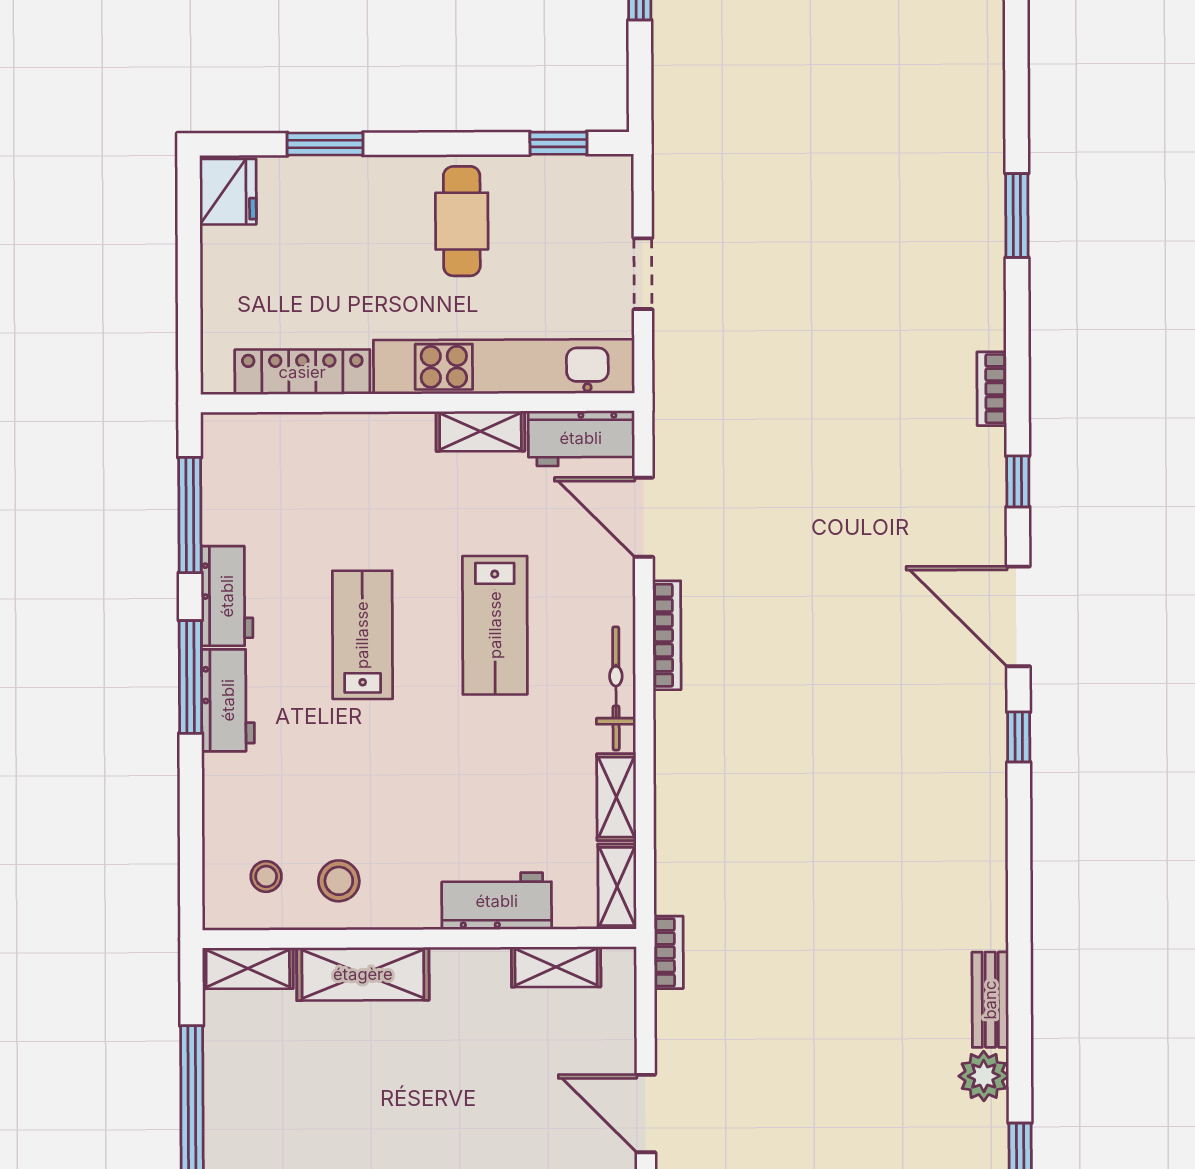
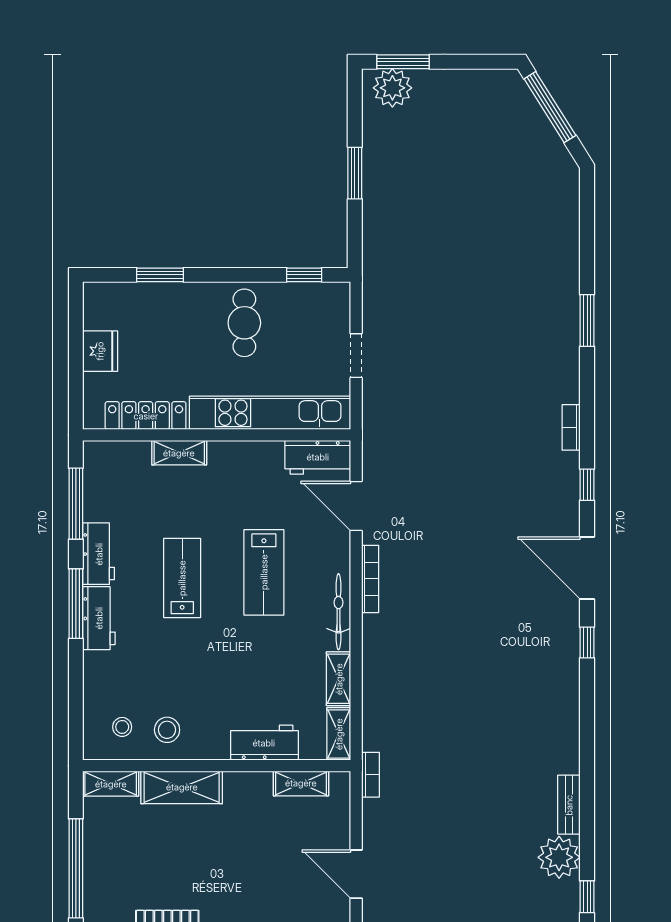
fridge: (228, 192) -> (100, 351), moved
shelving: (480, 431) -> (179, 453), moved
plant: (984, 1076) -> (559, 857), width x1.36, depth x1.36

